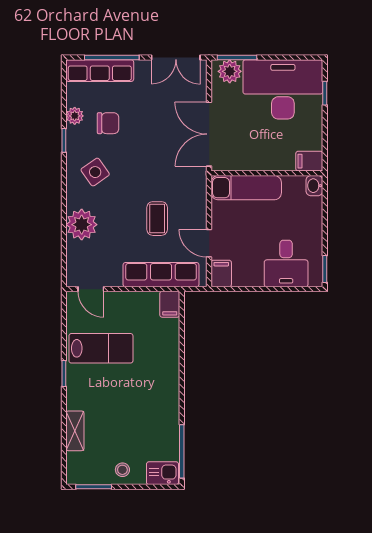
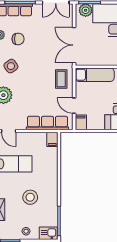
coffee table: (157, 219) -> (61, 79), moved
stool: (130, 408) -> (30, 197), added

